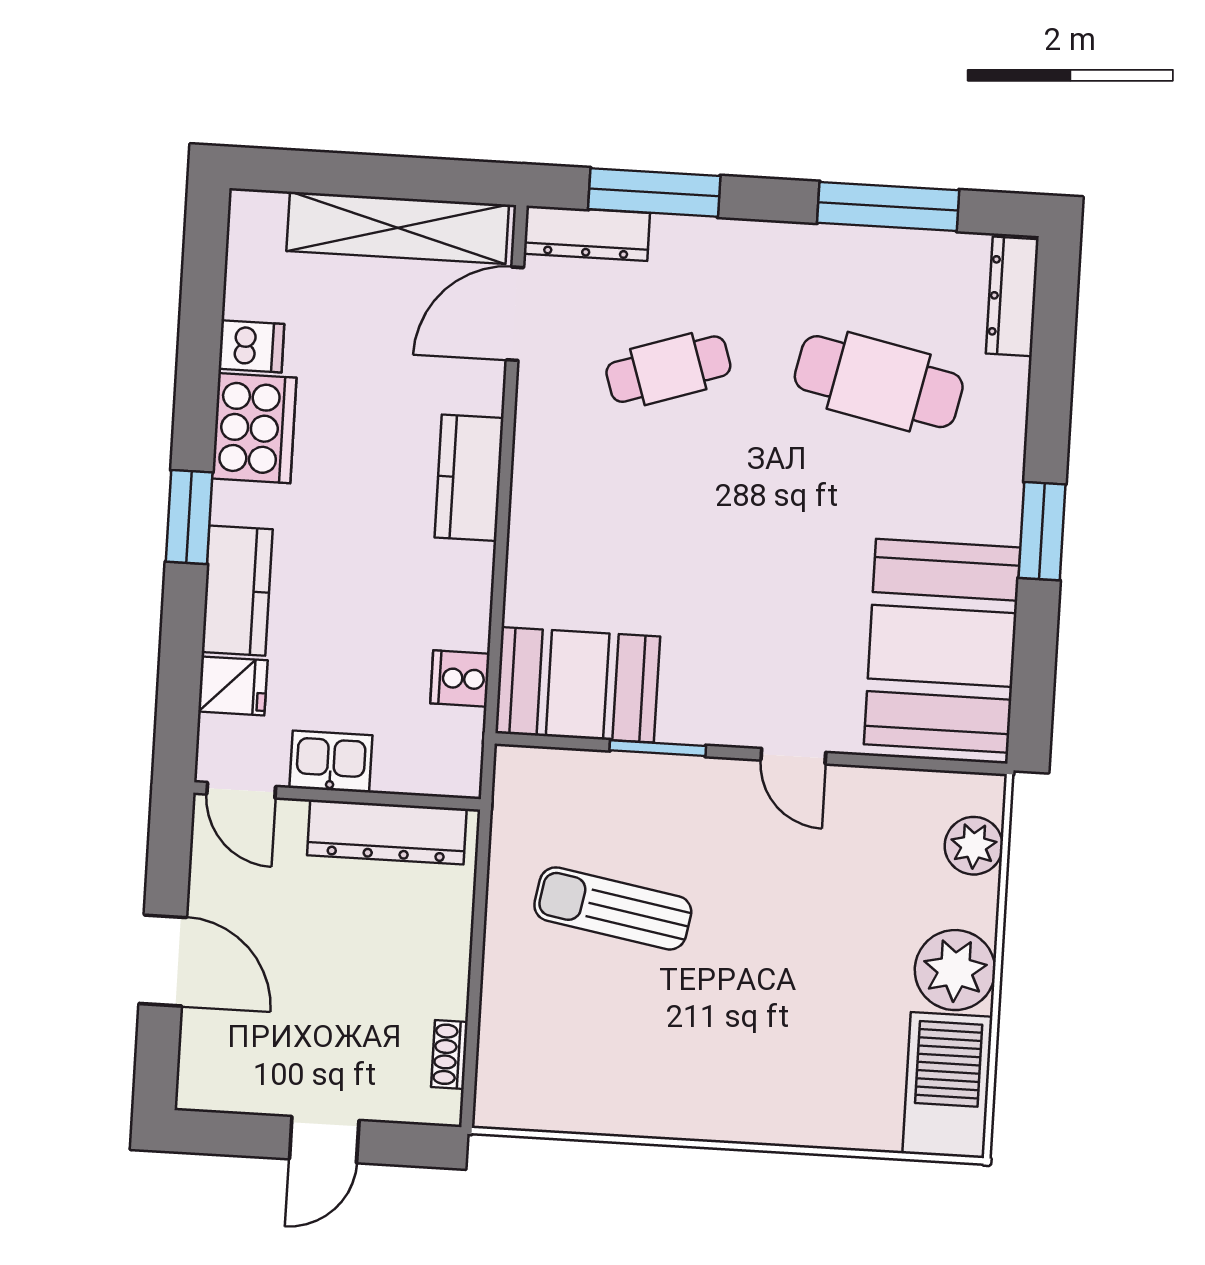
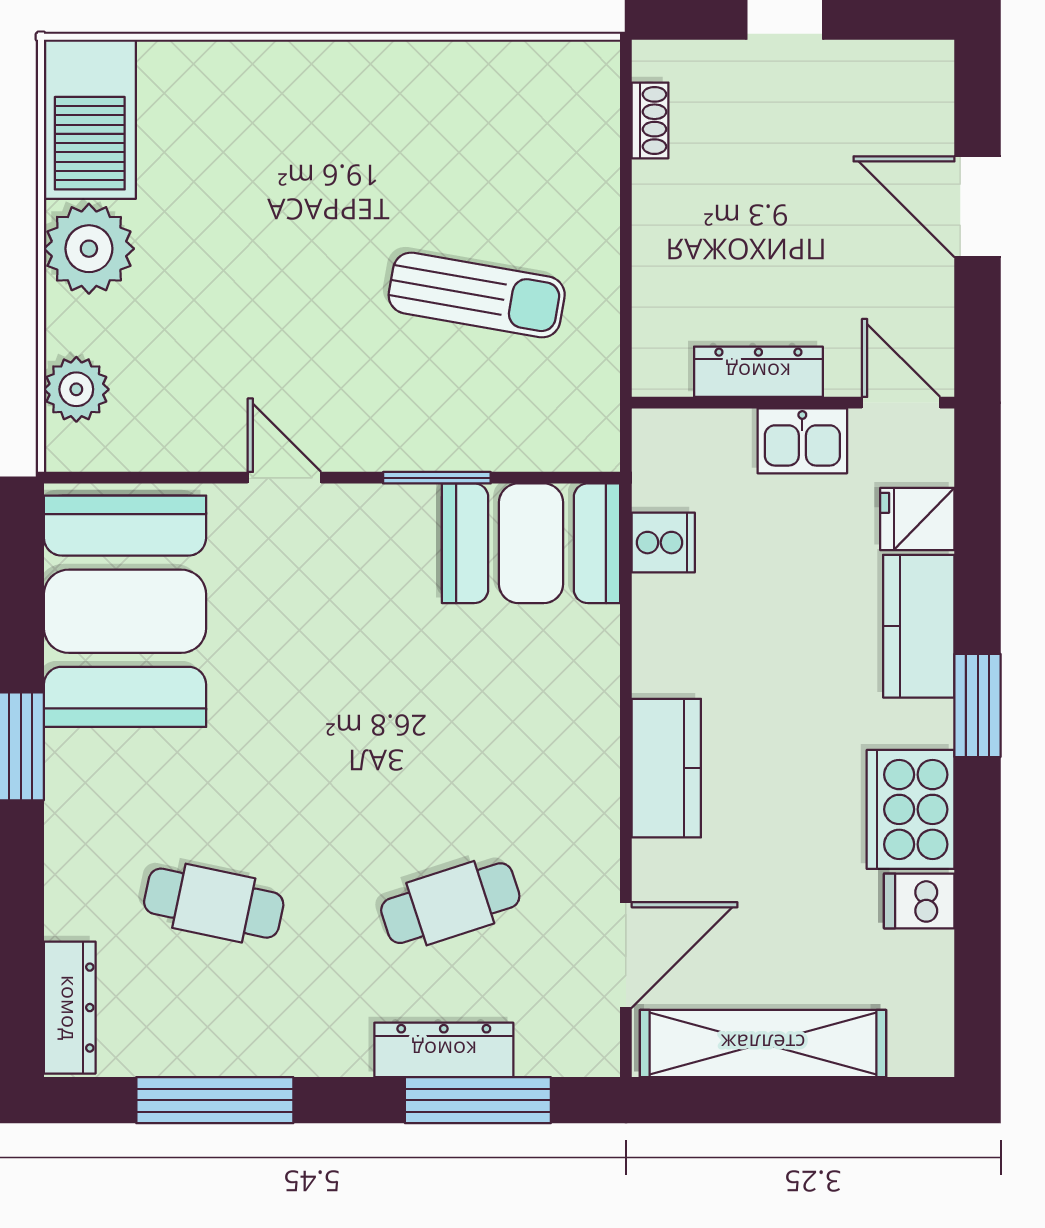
dresser: (587, 233) -> (444, 1050), moved
cafe table: (879, 382) -> (214, 903), width x0.73, depth x0.74
dresser: (387, 832) -> (758, 372), width x0.73, depth x0.80

